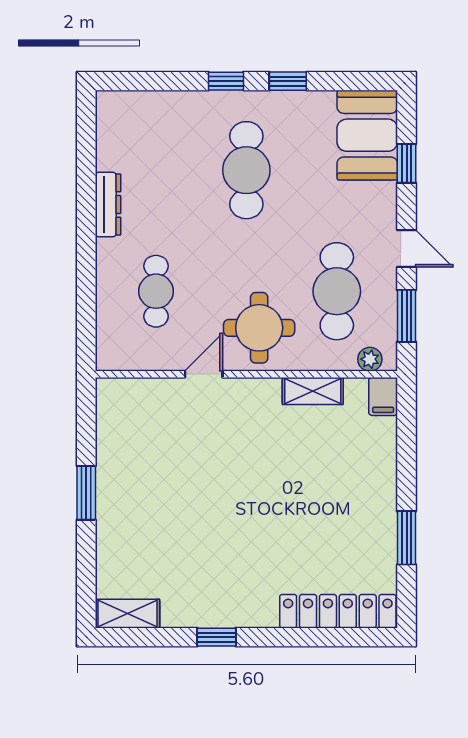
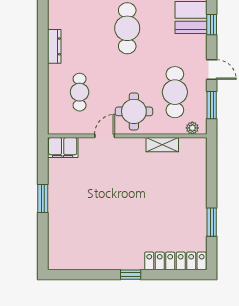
filing cabinet: (383, 396) -> (63, 148), moved, width x2.00
shelving: (127, 614) -> (65, 262), removed
window: (217, 637) -> (131, 275), moved

